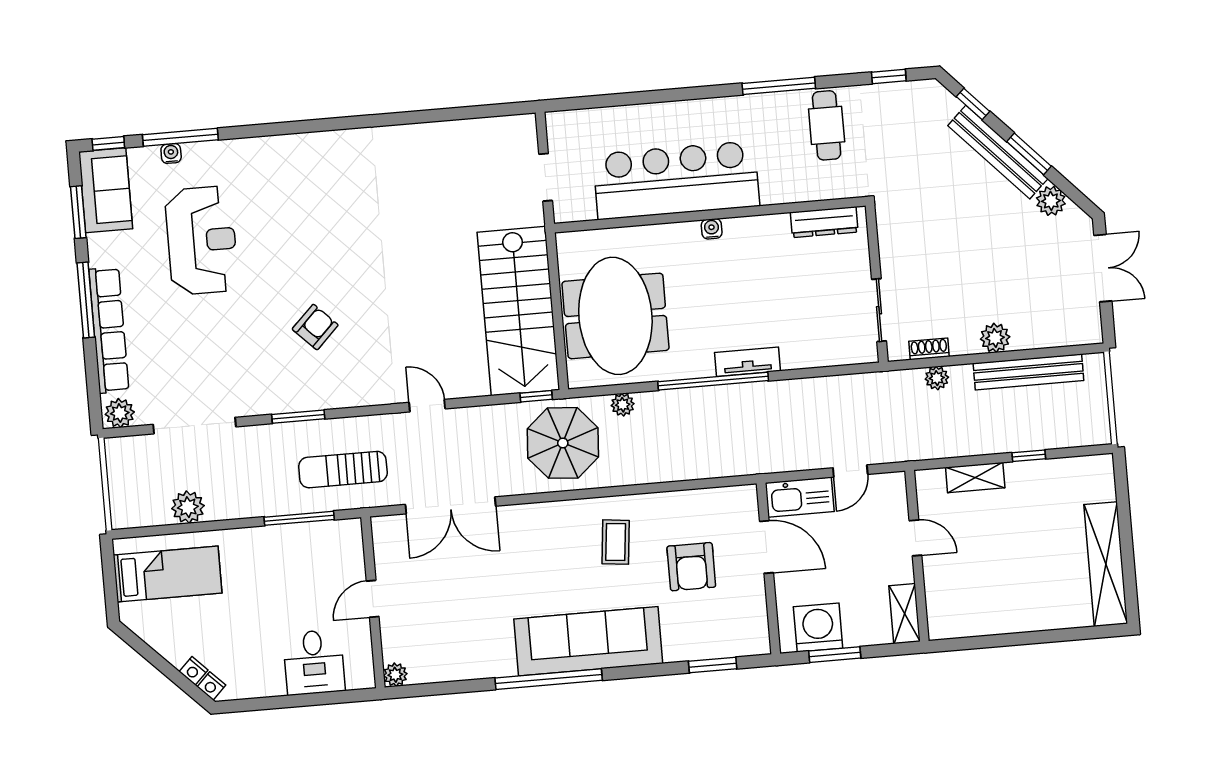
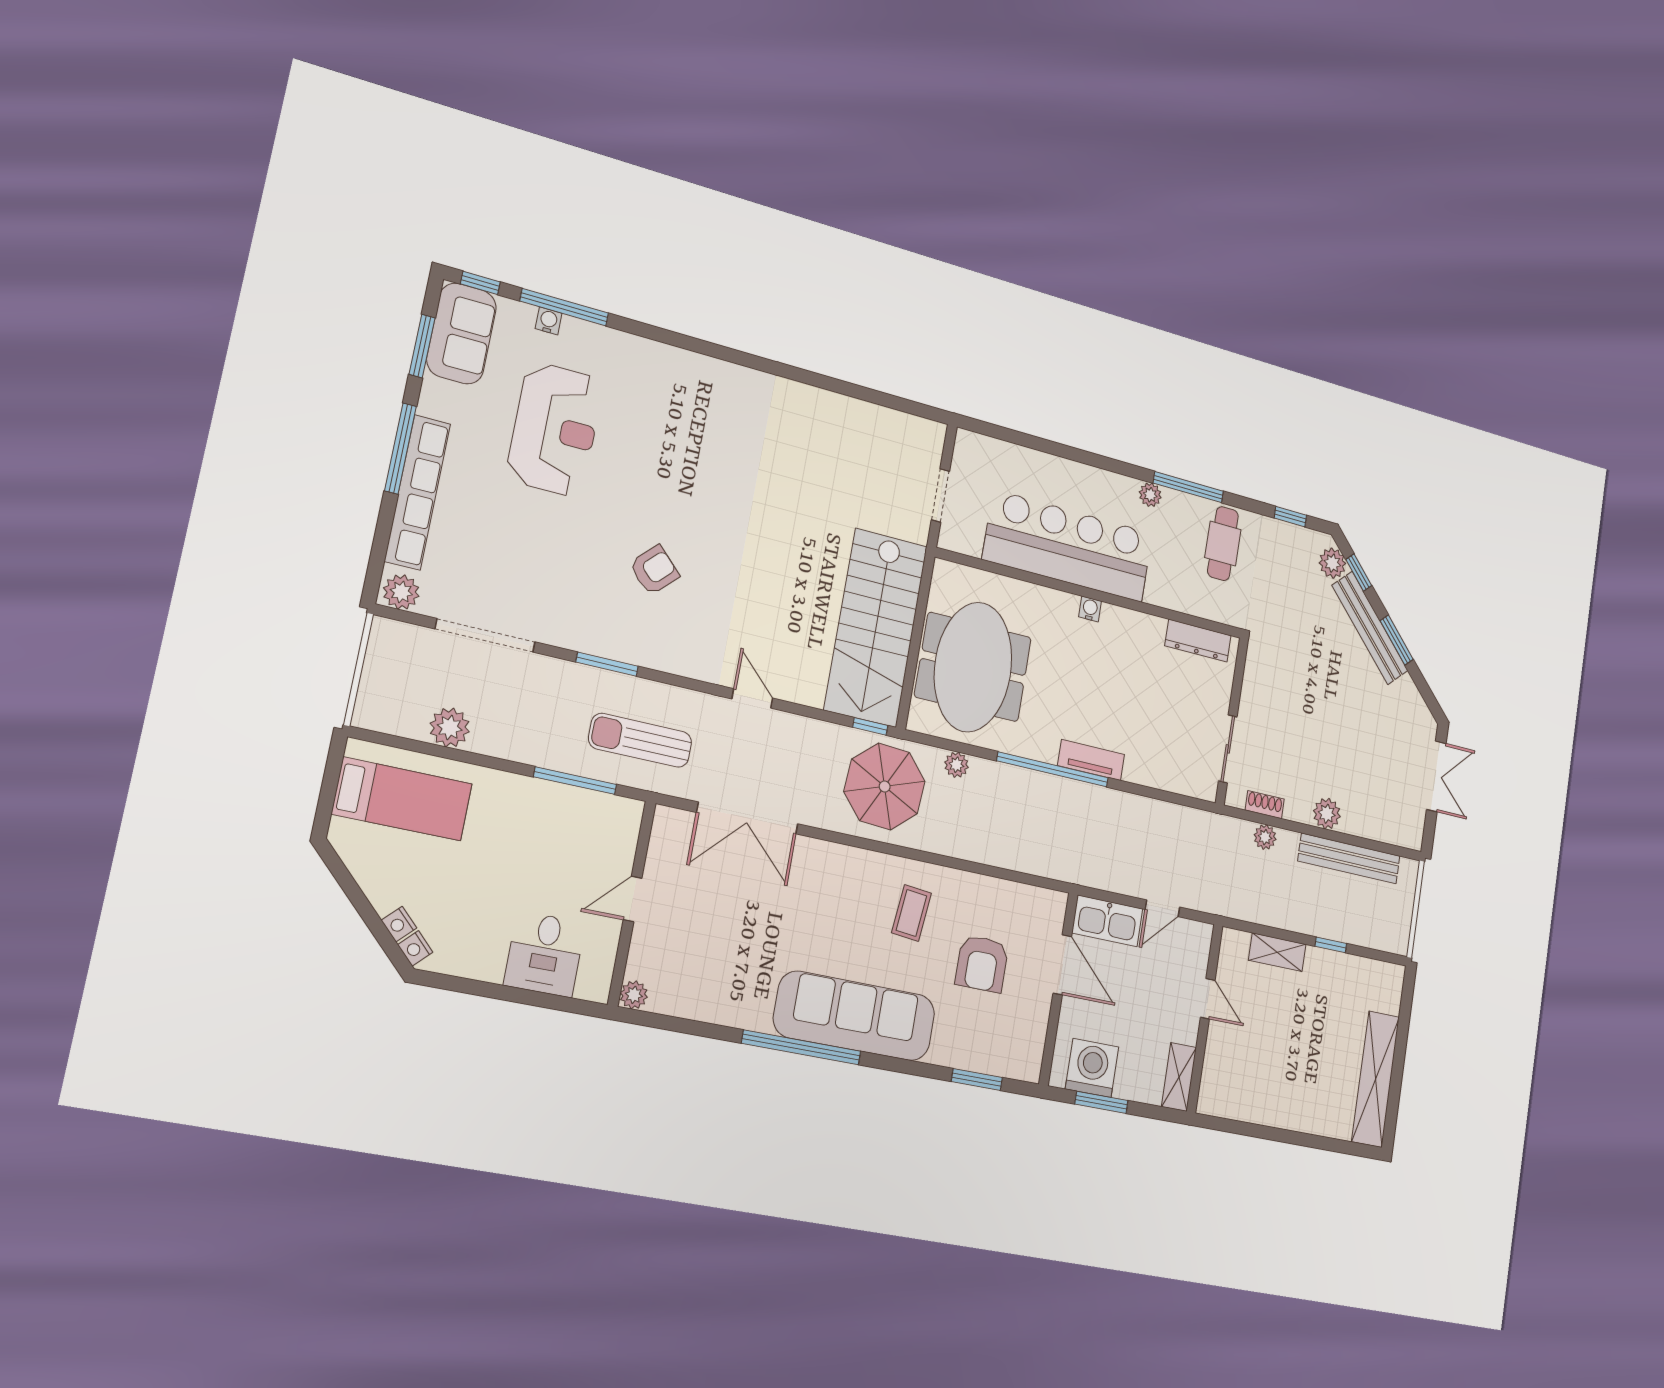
plant: (743, 106) -> (1150, 495), added
plant: (1051, 201) -> (1332, 563), moved

